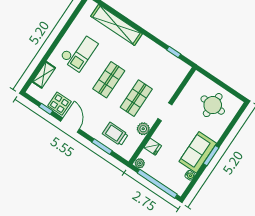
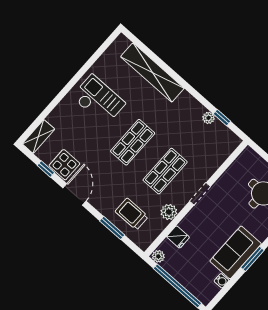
checkout: (79, 51) -> (99, 100), turned -90
plant: (164, 54) -> (209, 118), added
shelving: (44, 75) -> (39, 136), moved

